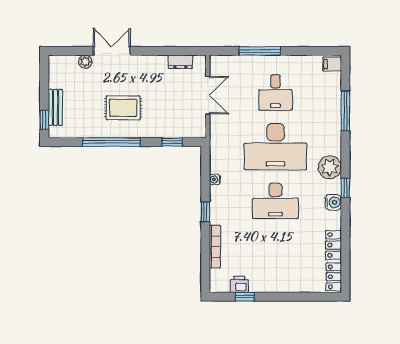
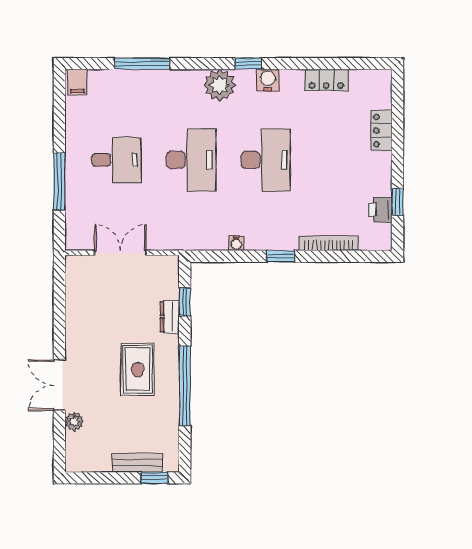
dresser: (180, 62) -> (170, 317), moved, turned 180
desk: (275, 147) -> (191, 160), width x0.73, depth x0.77
locker: (334, 277) -> (382, 131), moved, turned 90

